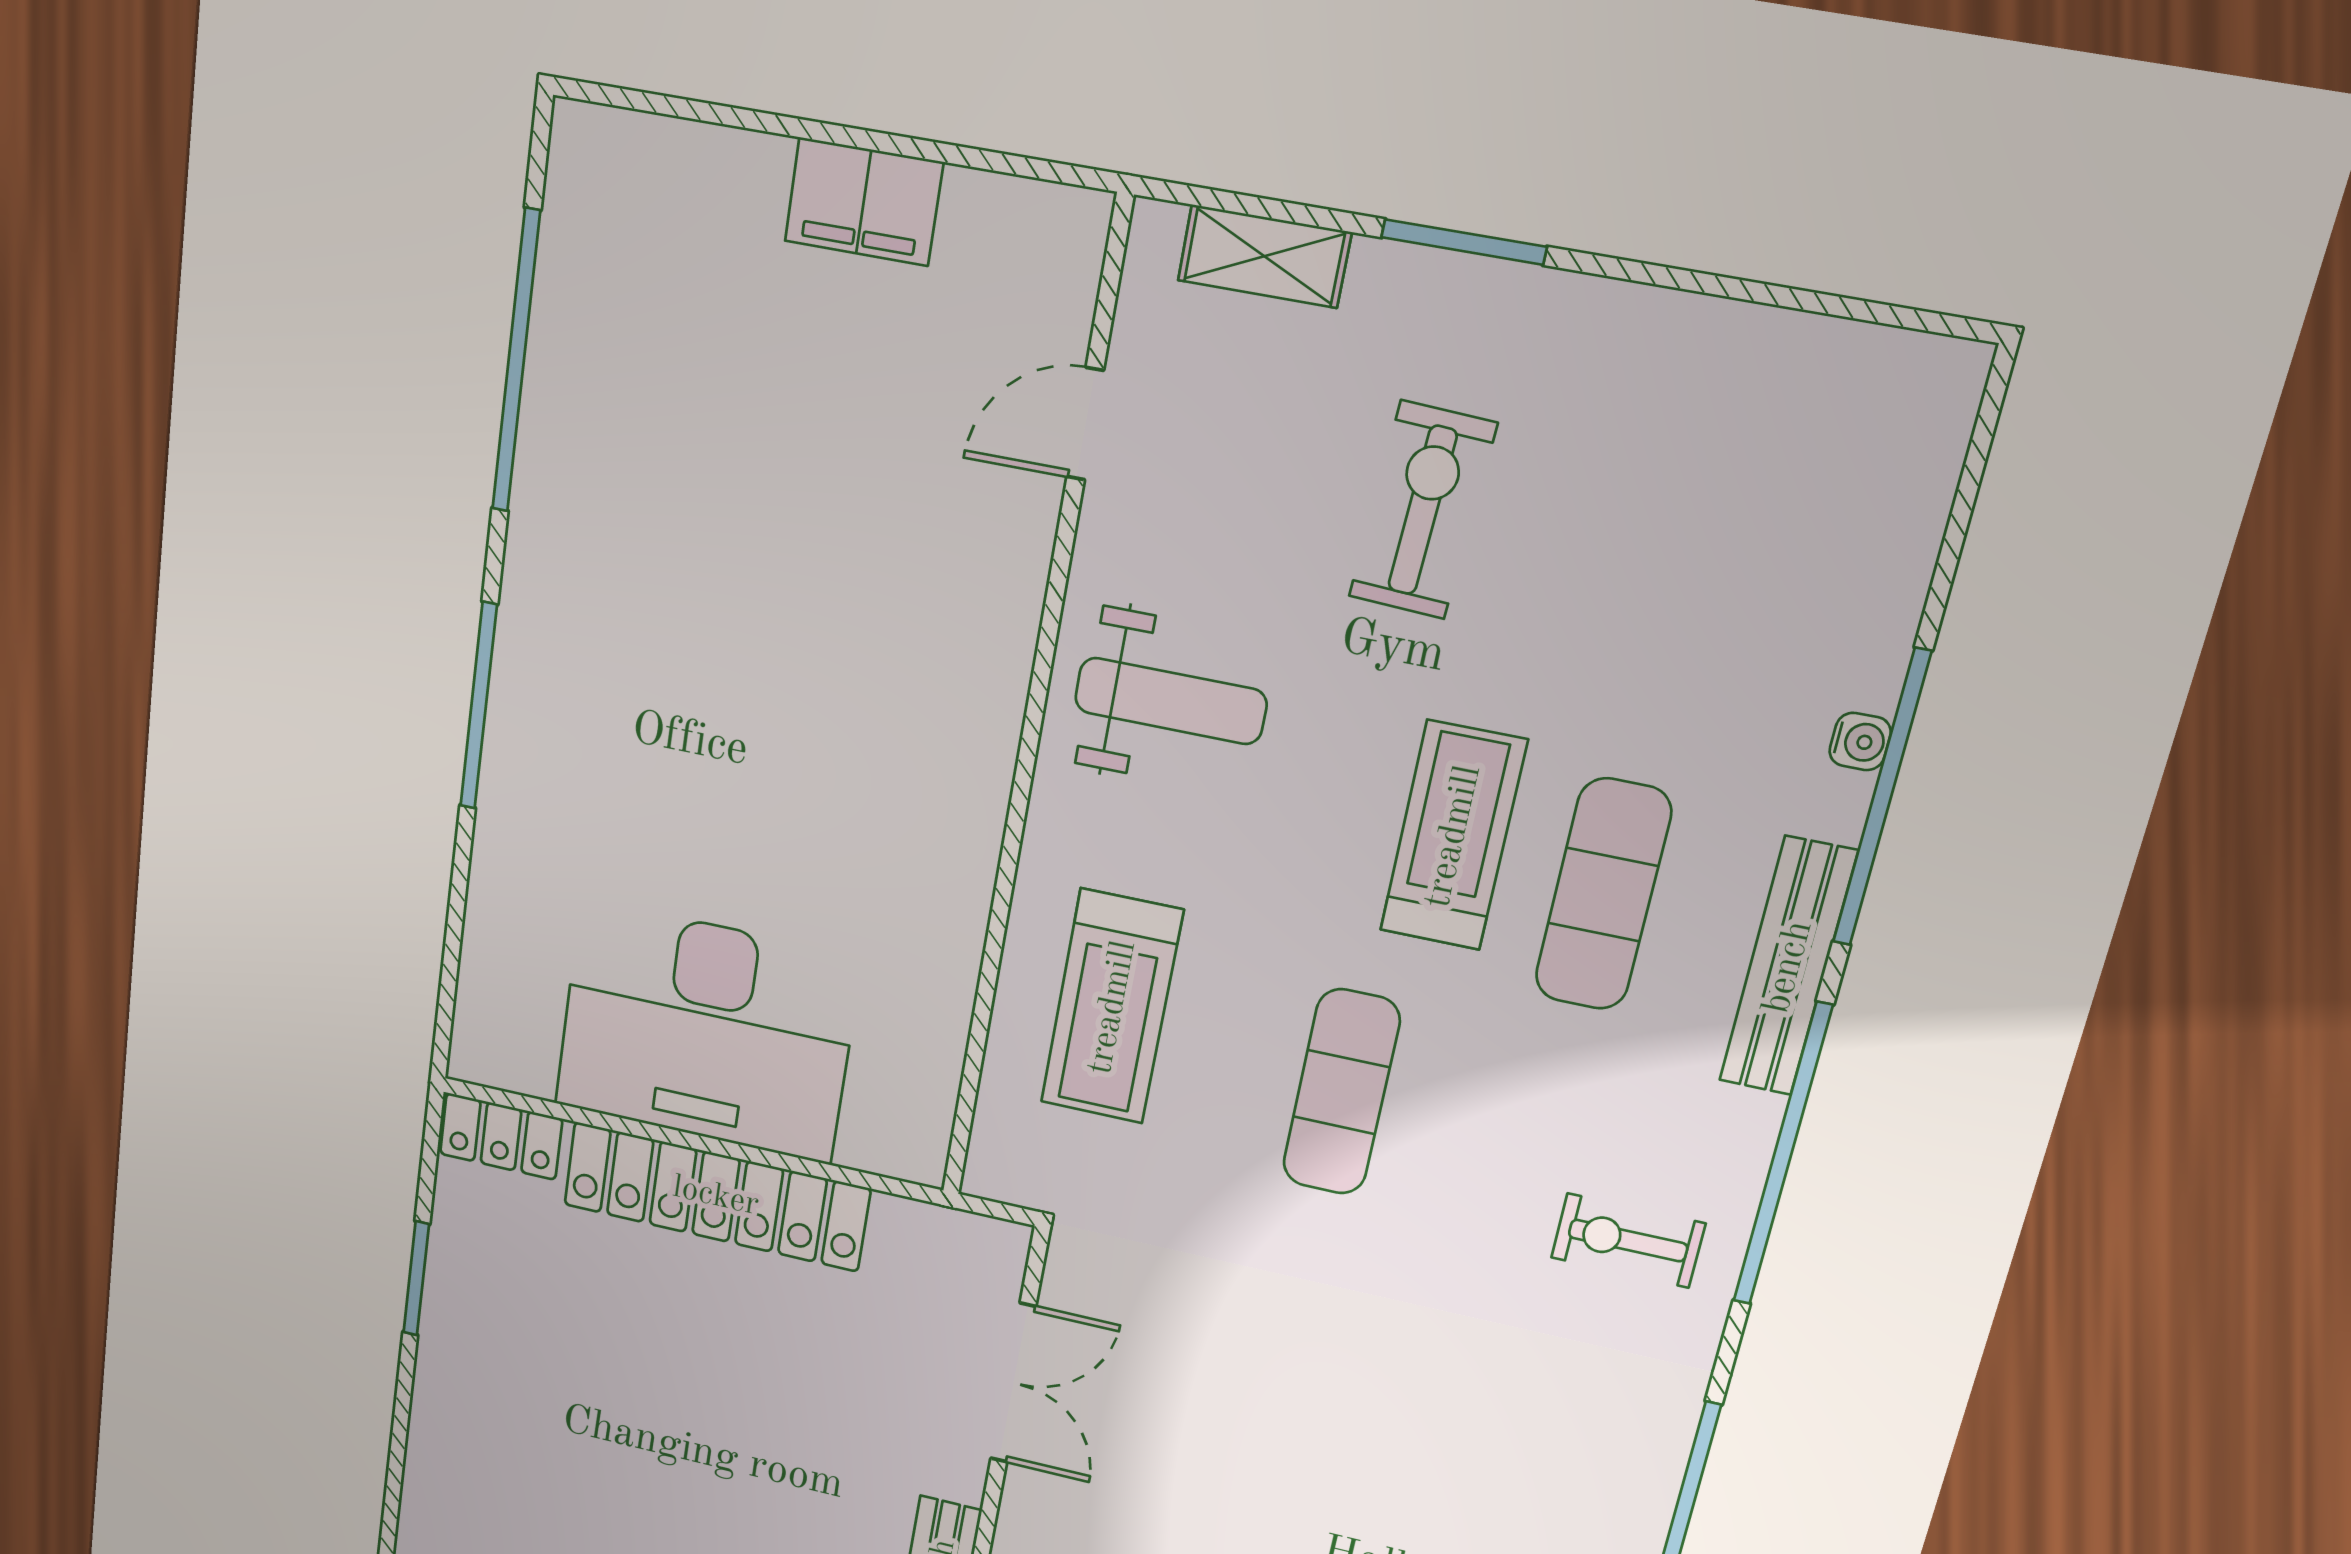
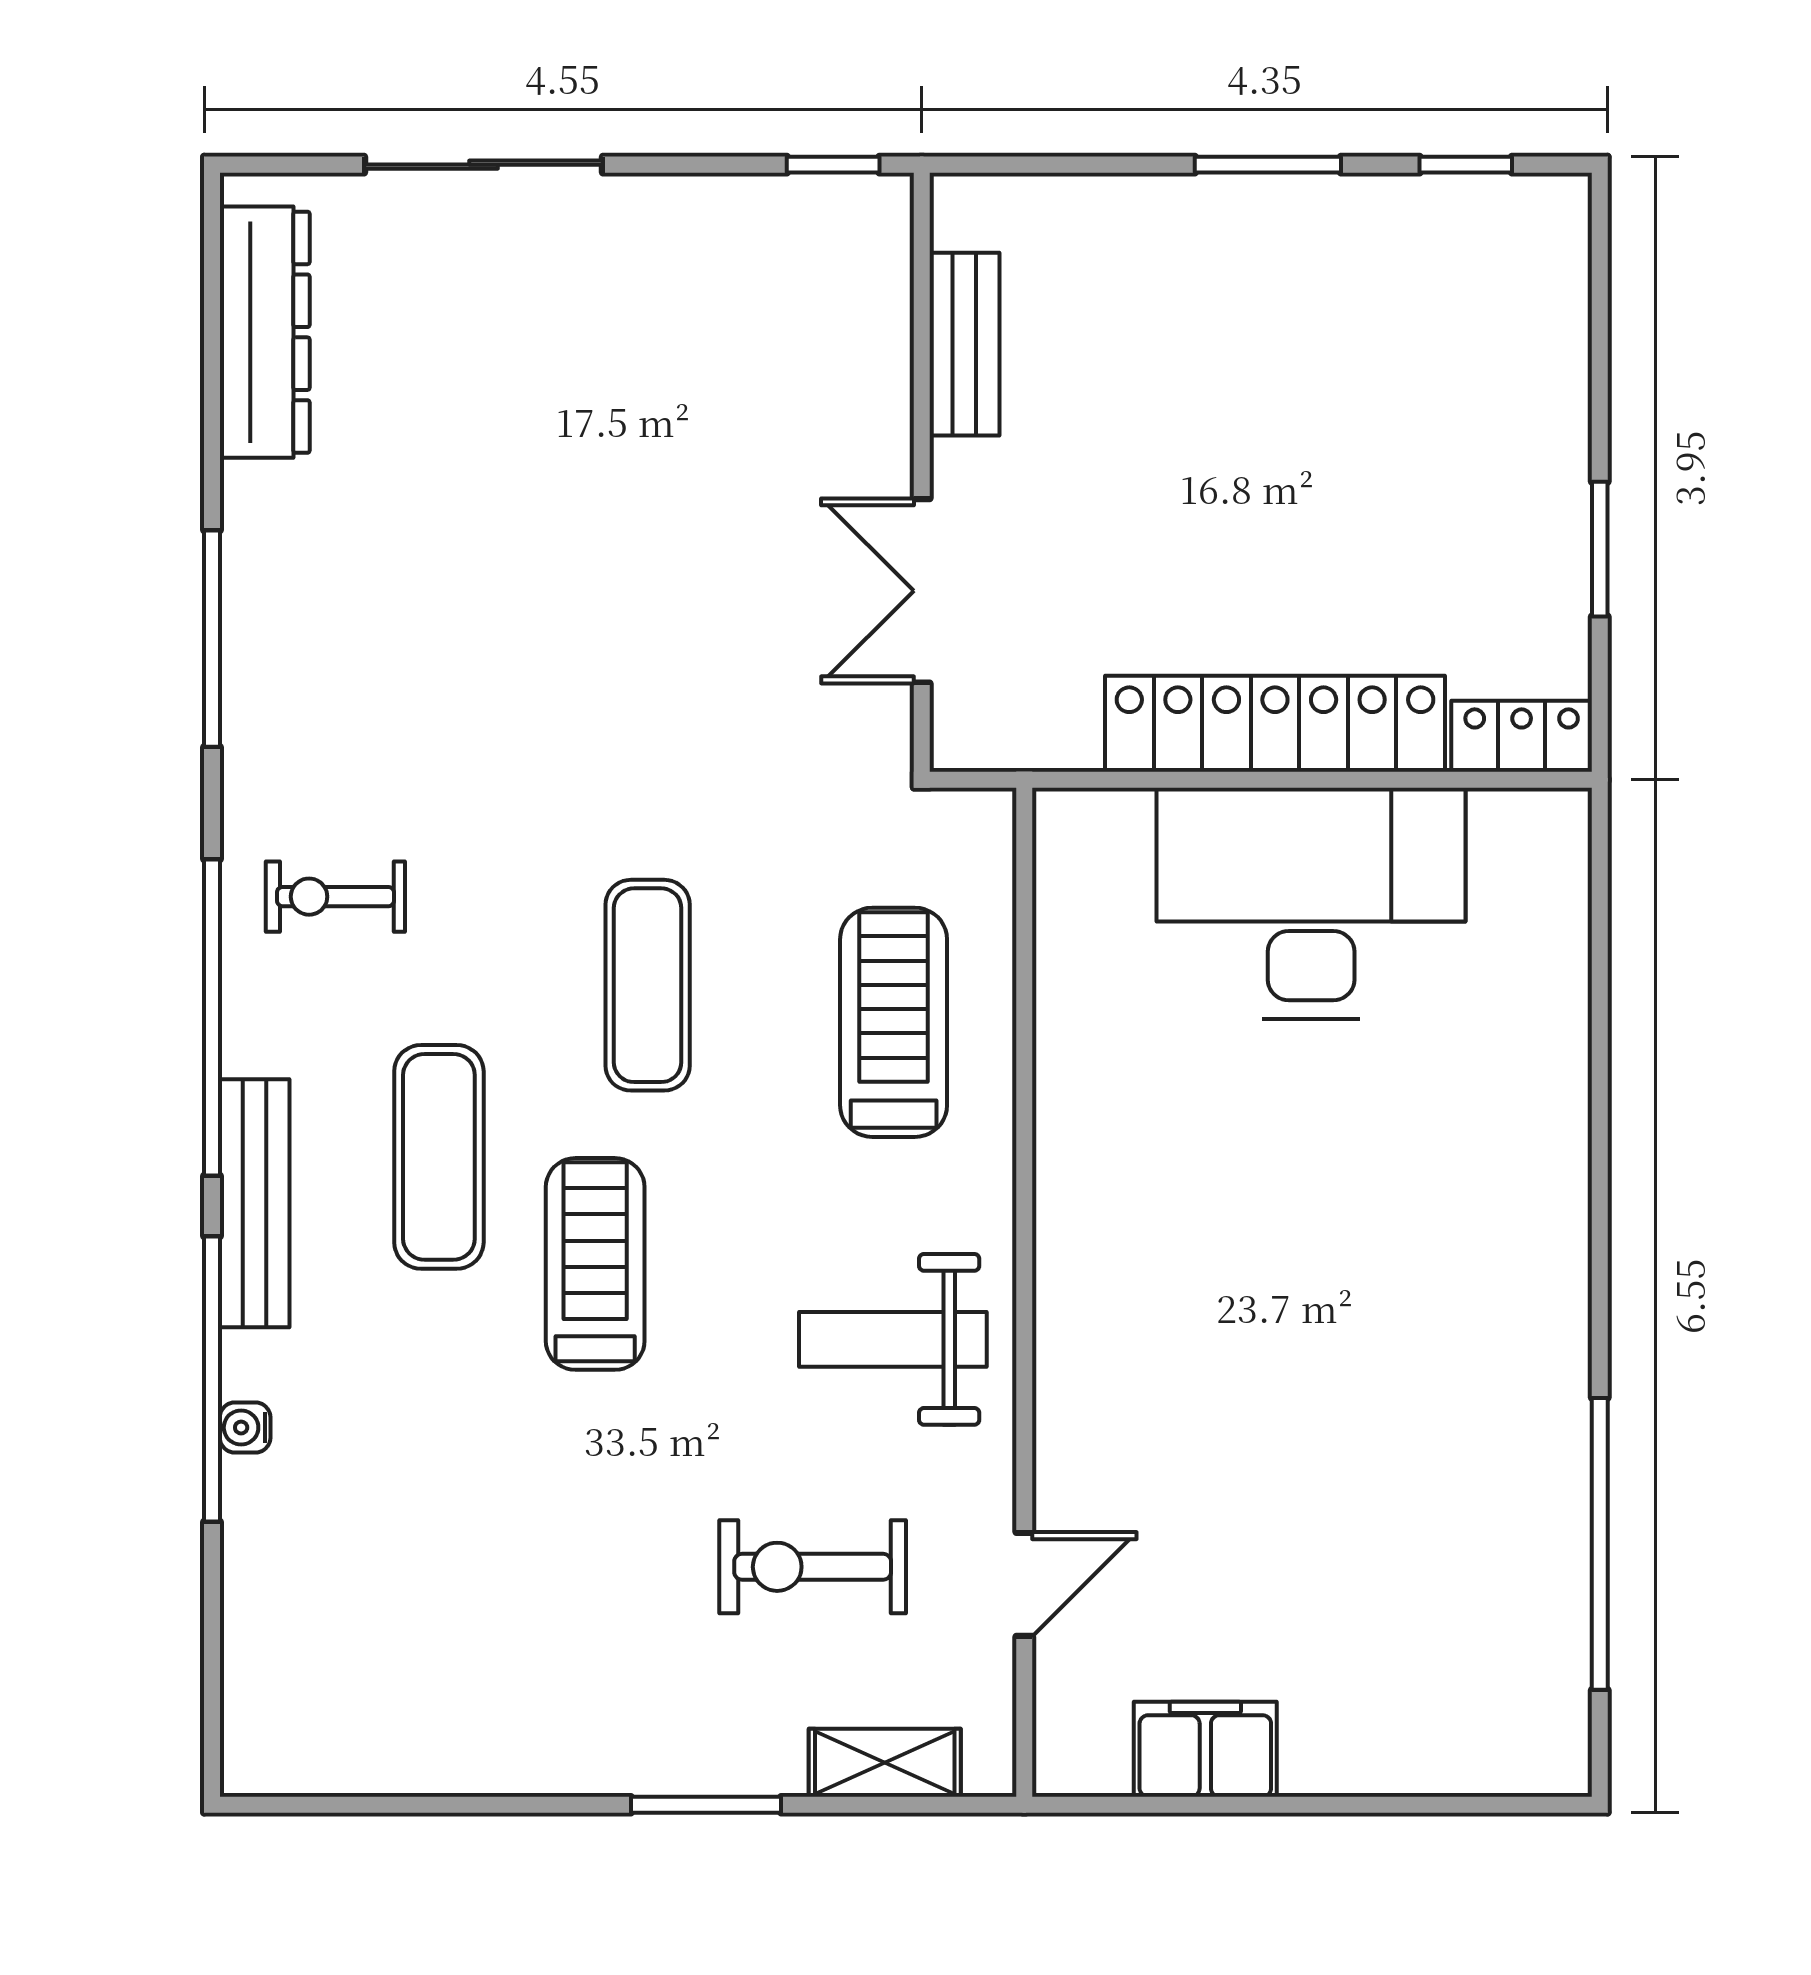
filing cabinet: (864, 202) -> (1205, 1749), moved
exercise bike: (1423, 510) -> (813, 1567), moved, turned 87
window: (479, 706) -> (1600, 1196), removed
treadmill: (1453, 836) -> (595, 1264), turned 180
exercise mat: (1603, 895) -> (439, 1157), moved
exercise bike: (1628, 1241) -> (335, 897), turned 180

